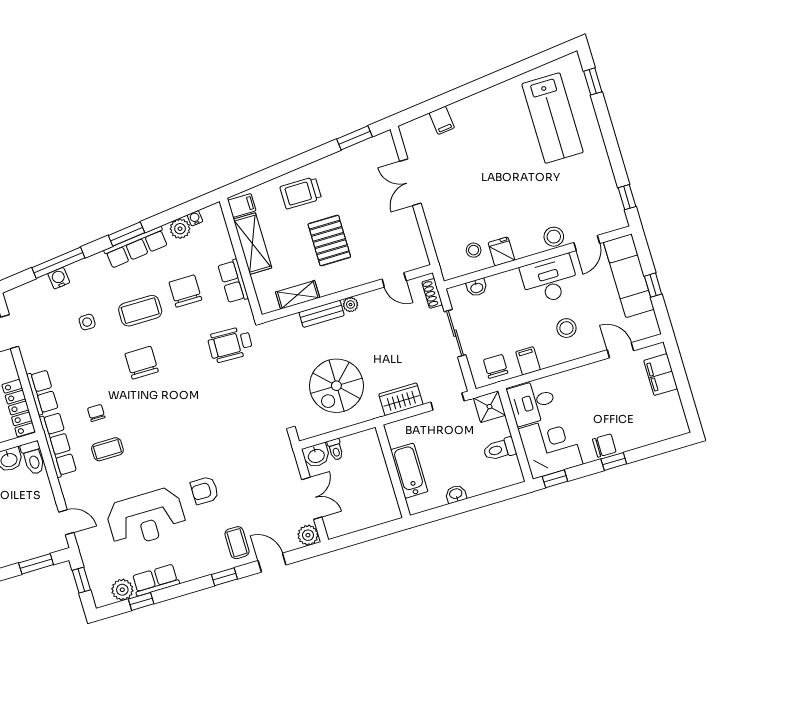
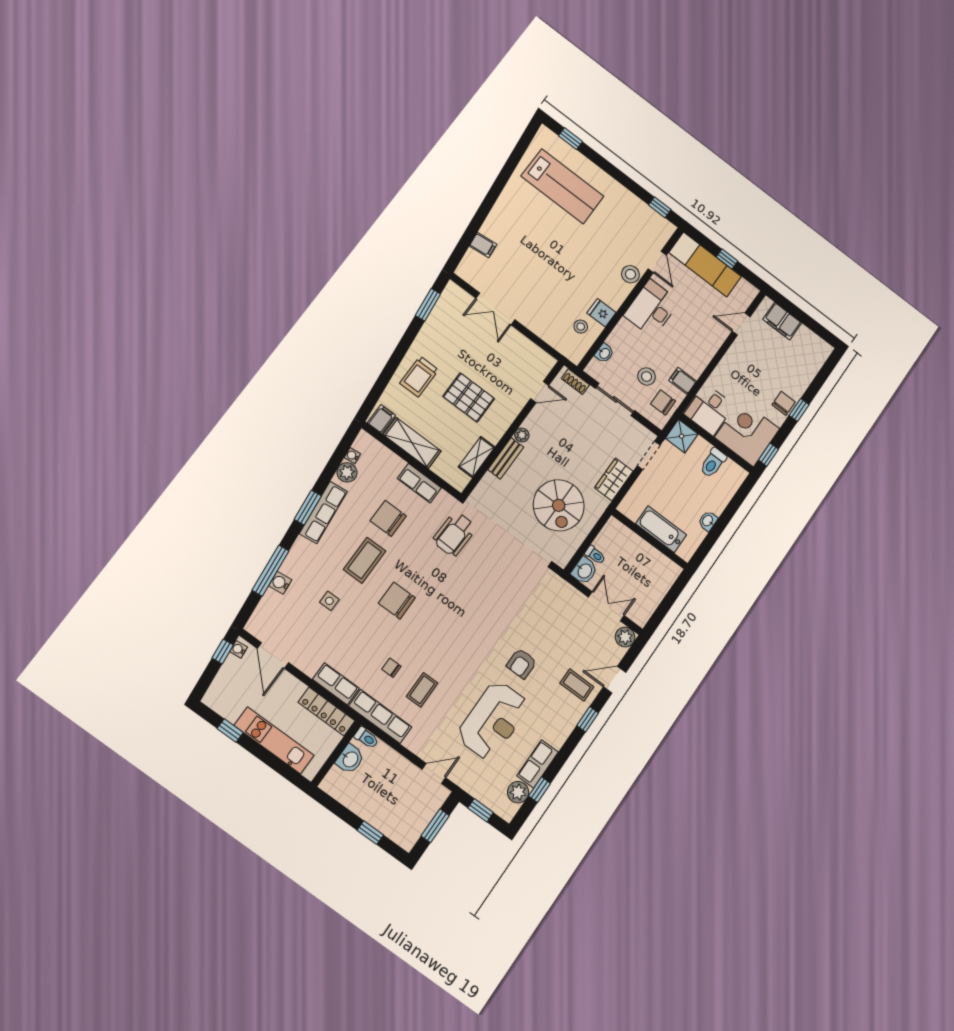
stool: (566, 328) -> (647, 376), moved
toilet: (33, 458) -> (366, 738), width x0.73, depth x0.72

